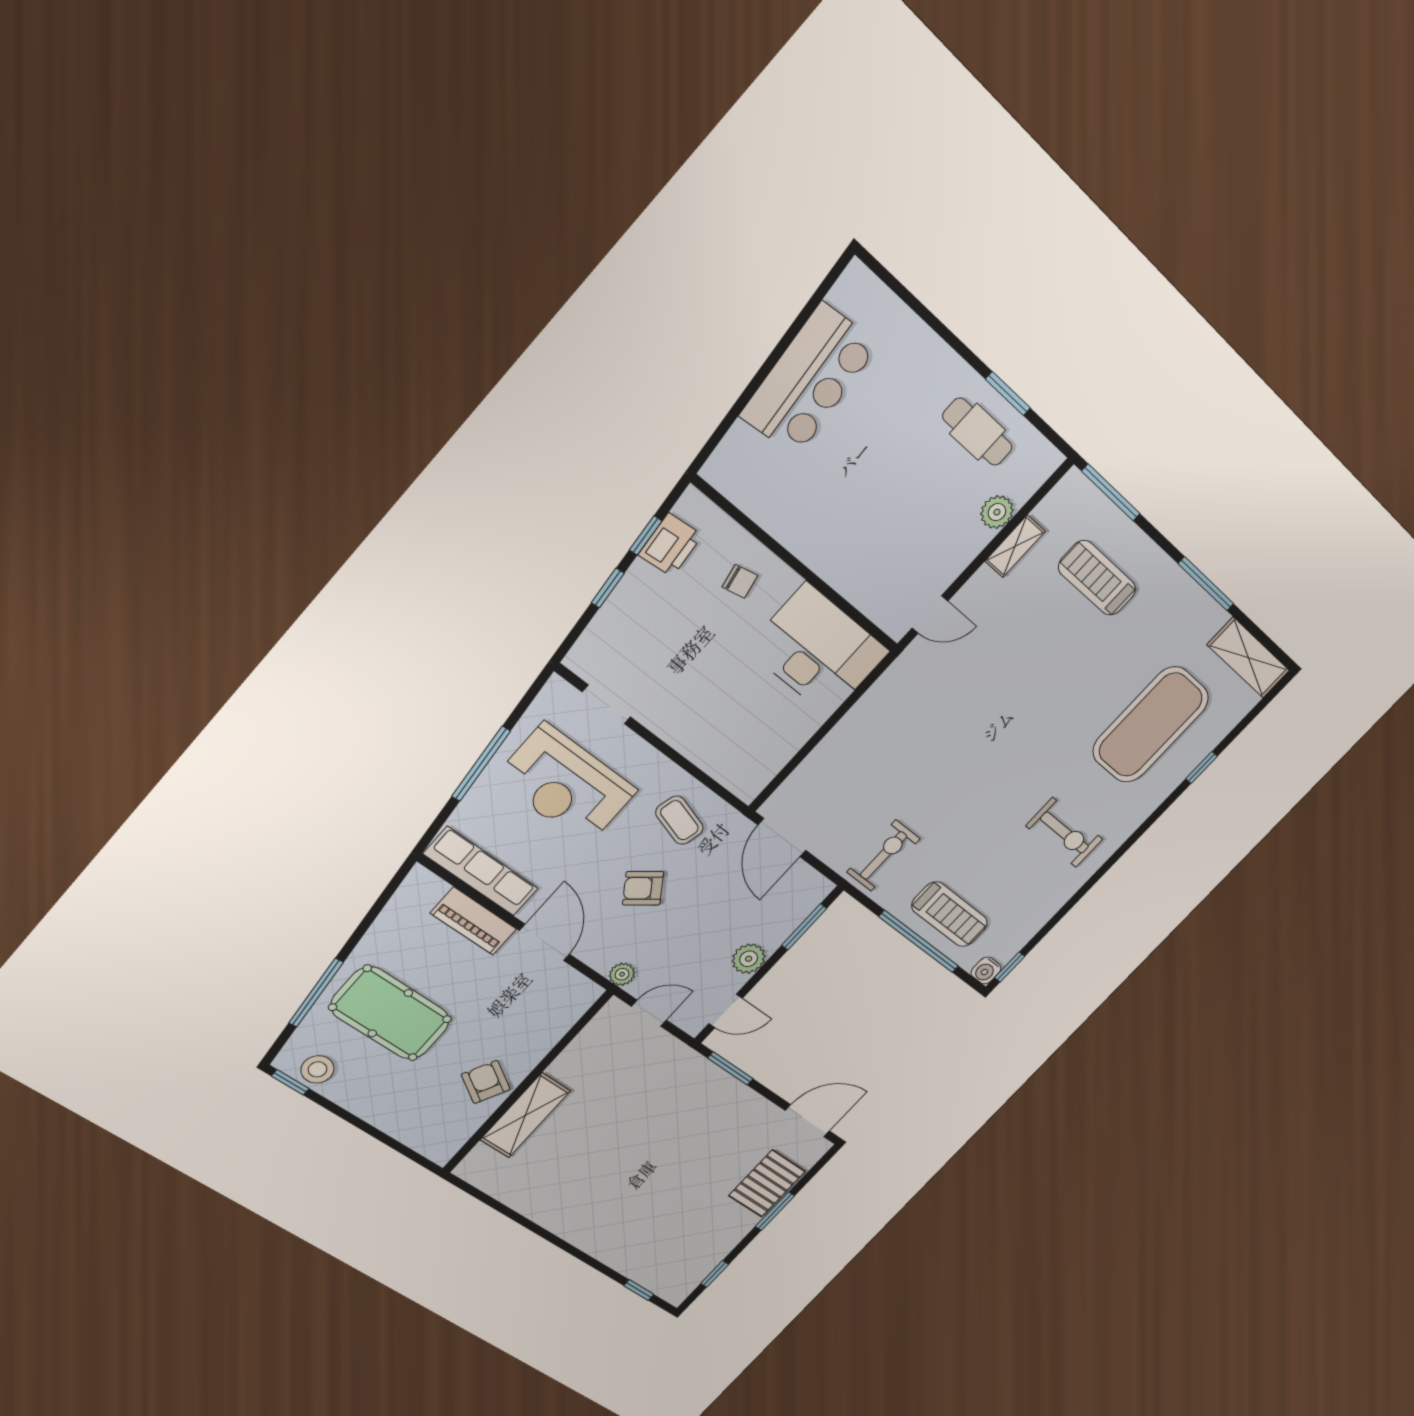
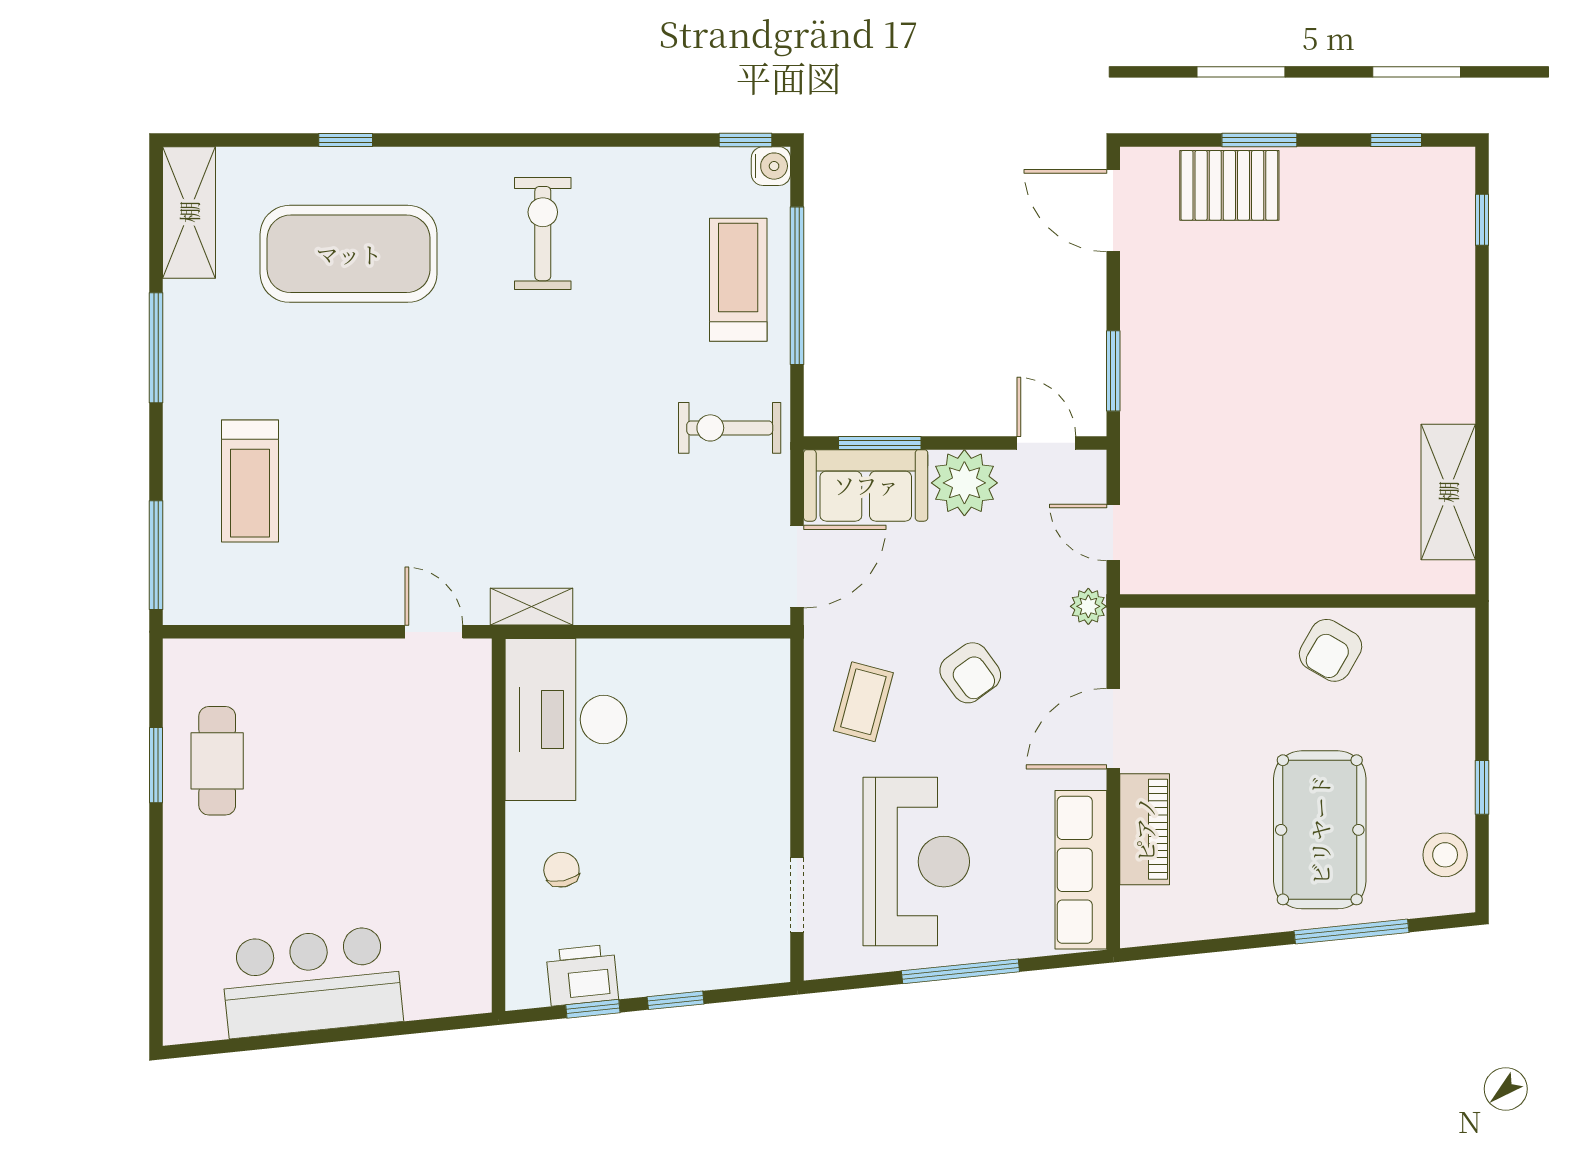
plant: (997, 512) -> (275, 661), removed
shelving: (1015, 546) -> (531, 607), moved
sofa: (790, 904) -> (866, 485), added
plant: (749, 959) -> (964, 483), width x1.36, depth x1.36
window: (290, 1082) -> (1482, 787), moved
shelving: (525, 1115) -> (1448, 492), moved, turned 90

